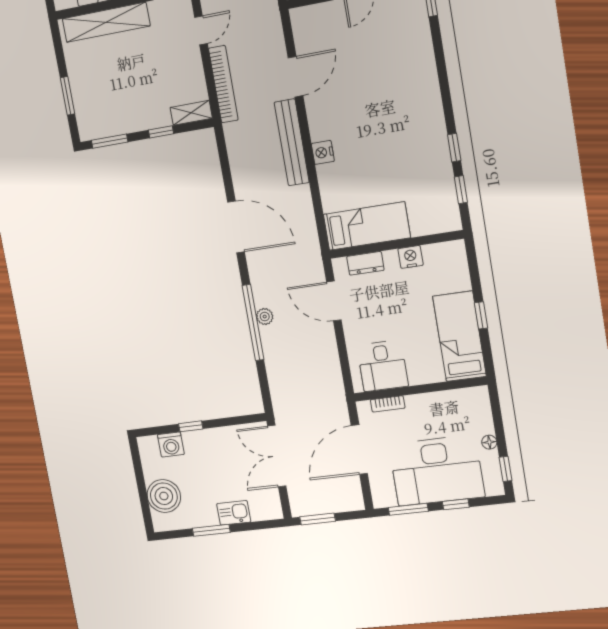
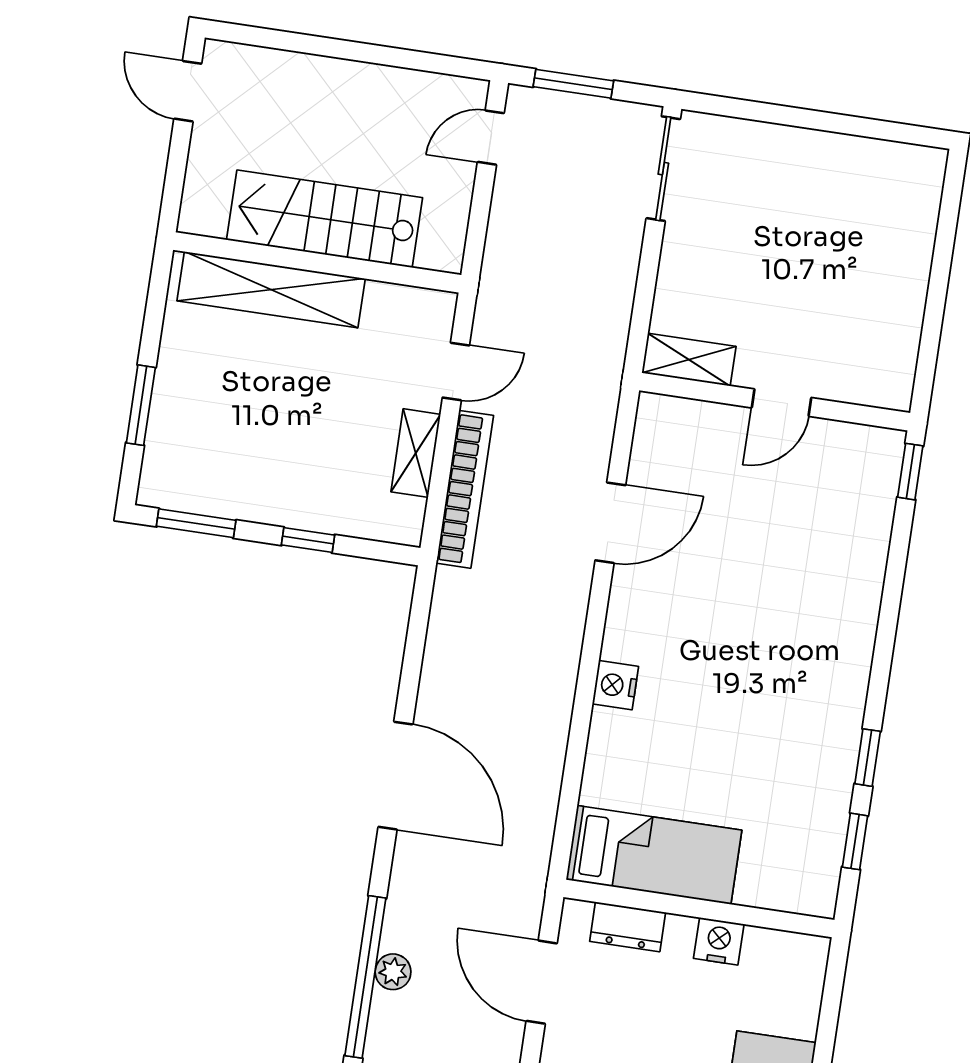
shelving: (191, 113) -> (416, 453), moved, turned 90
bench: (292, 142) -> (561, 646), removed

